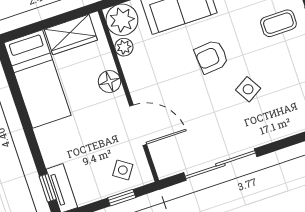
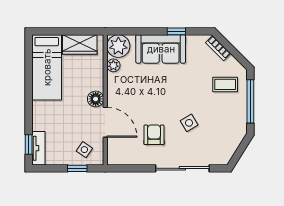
armchair: (211, 57) -> (154, 135), moved, turned 95
floor lamp: (110, 82) -> (96, 99), moved
sliding door: (220, 165) -> (182, 168), moved

